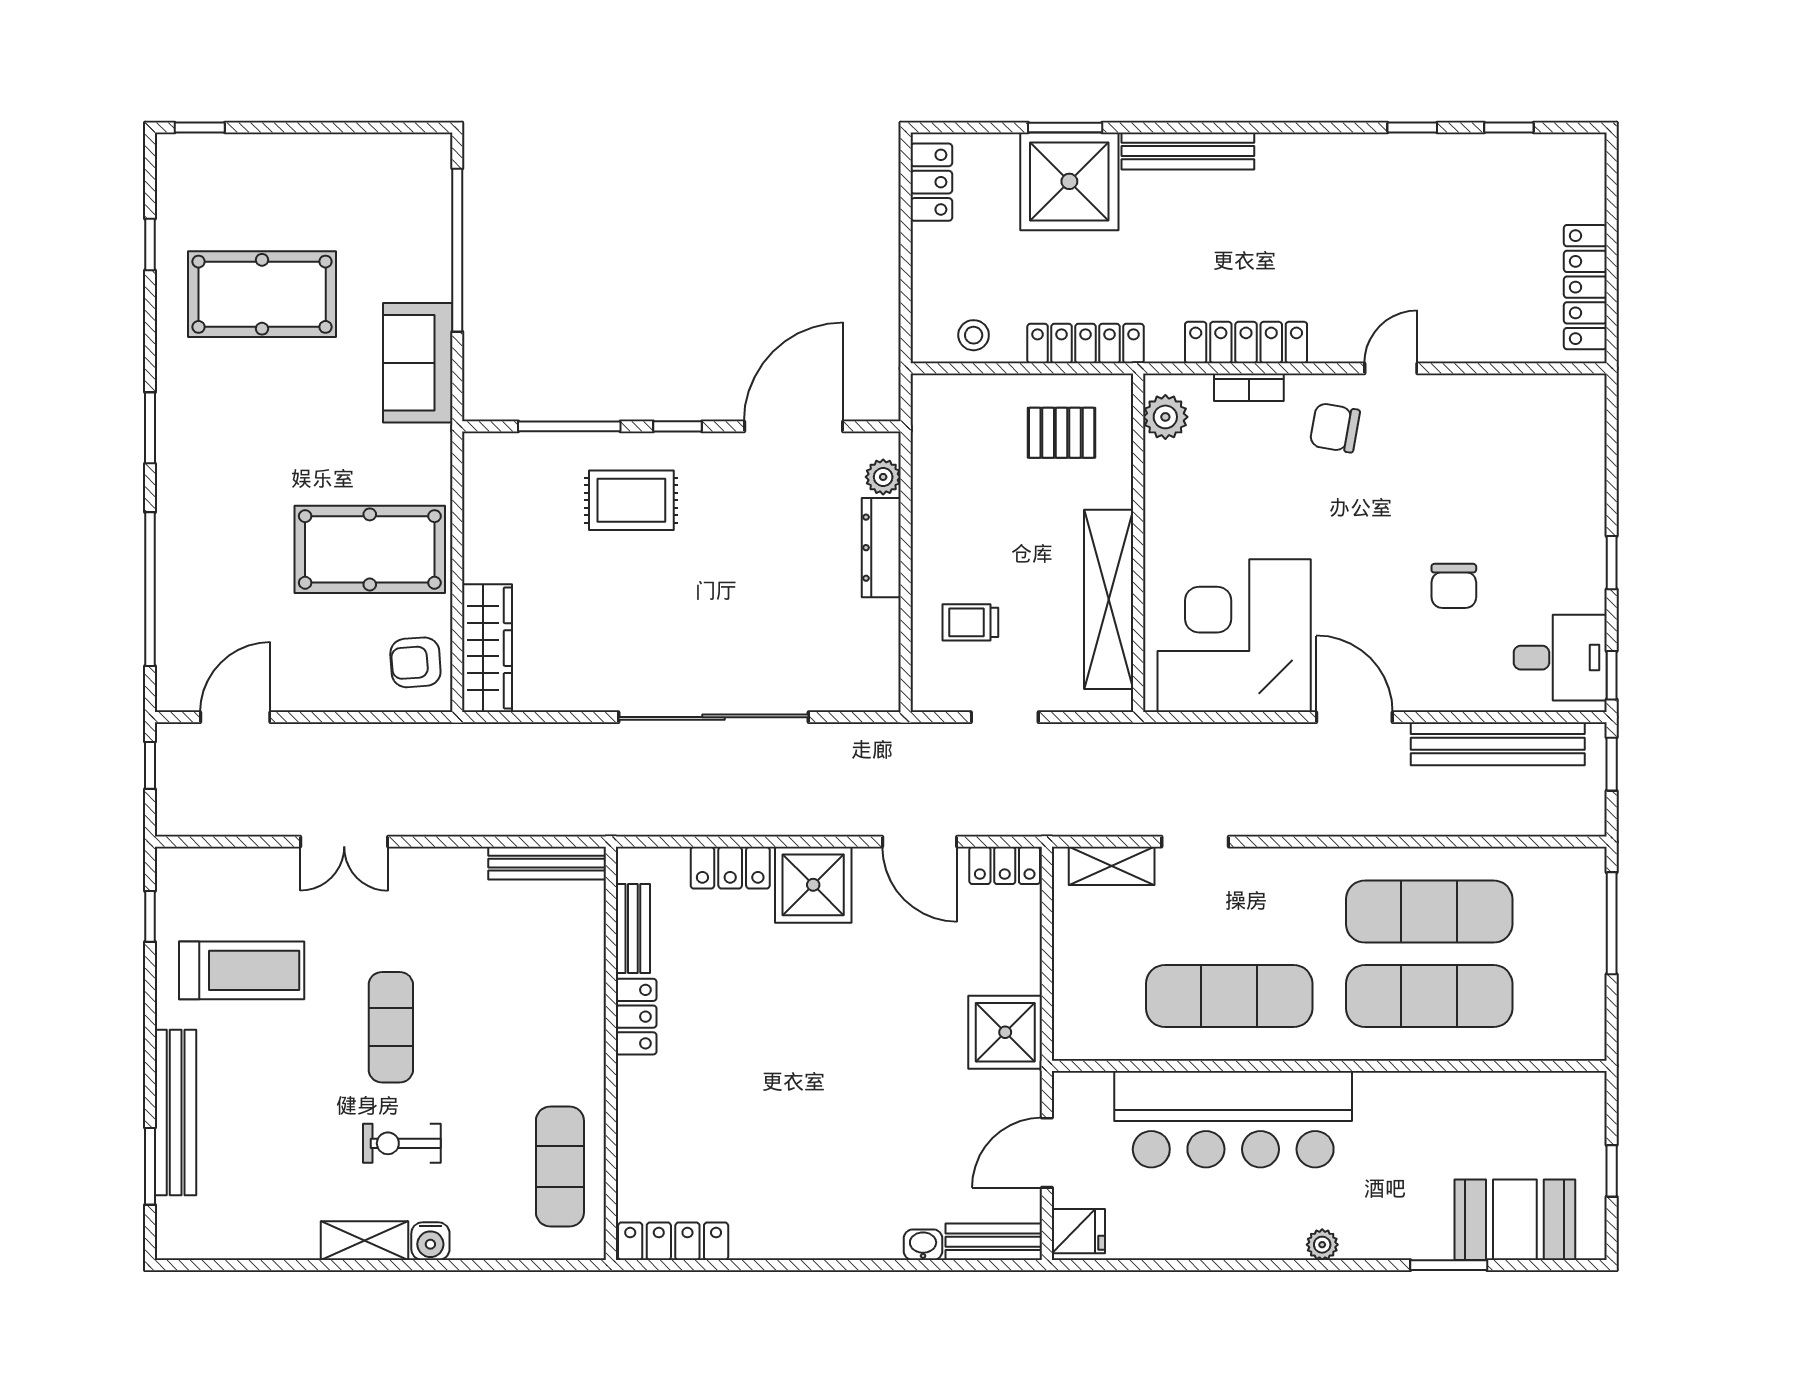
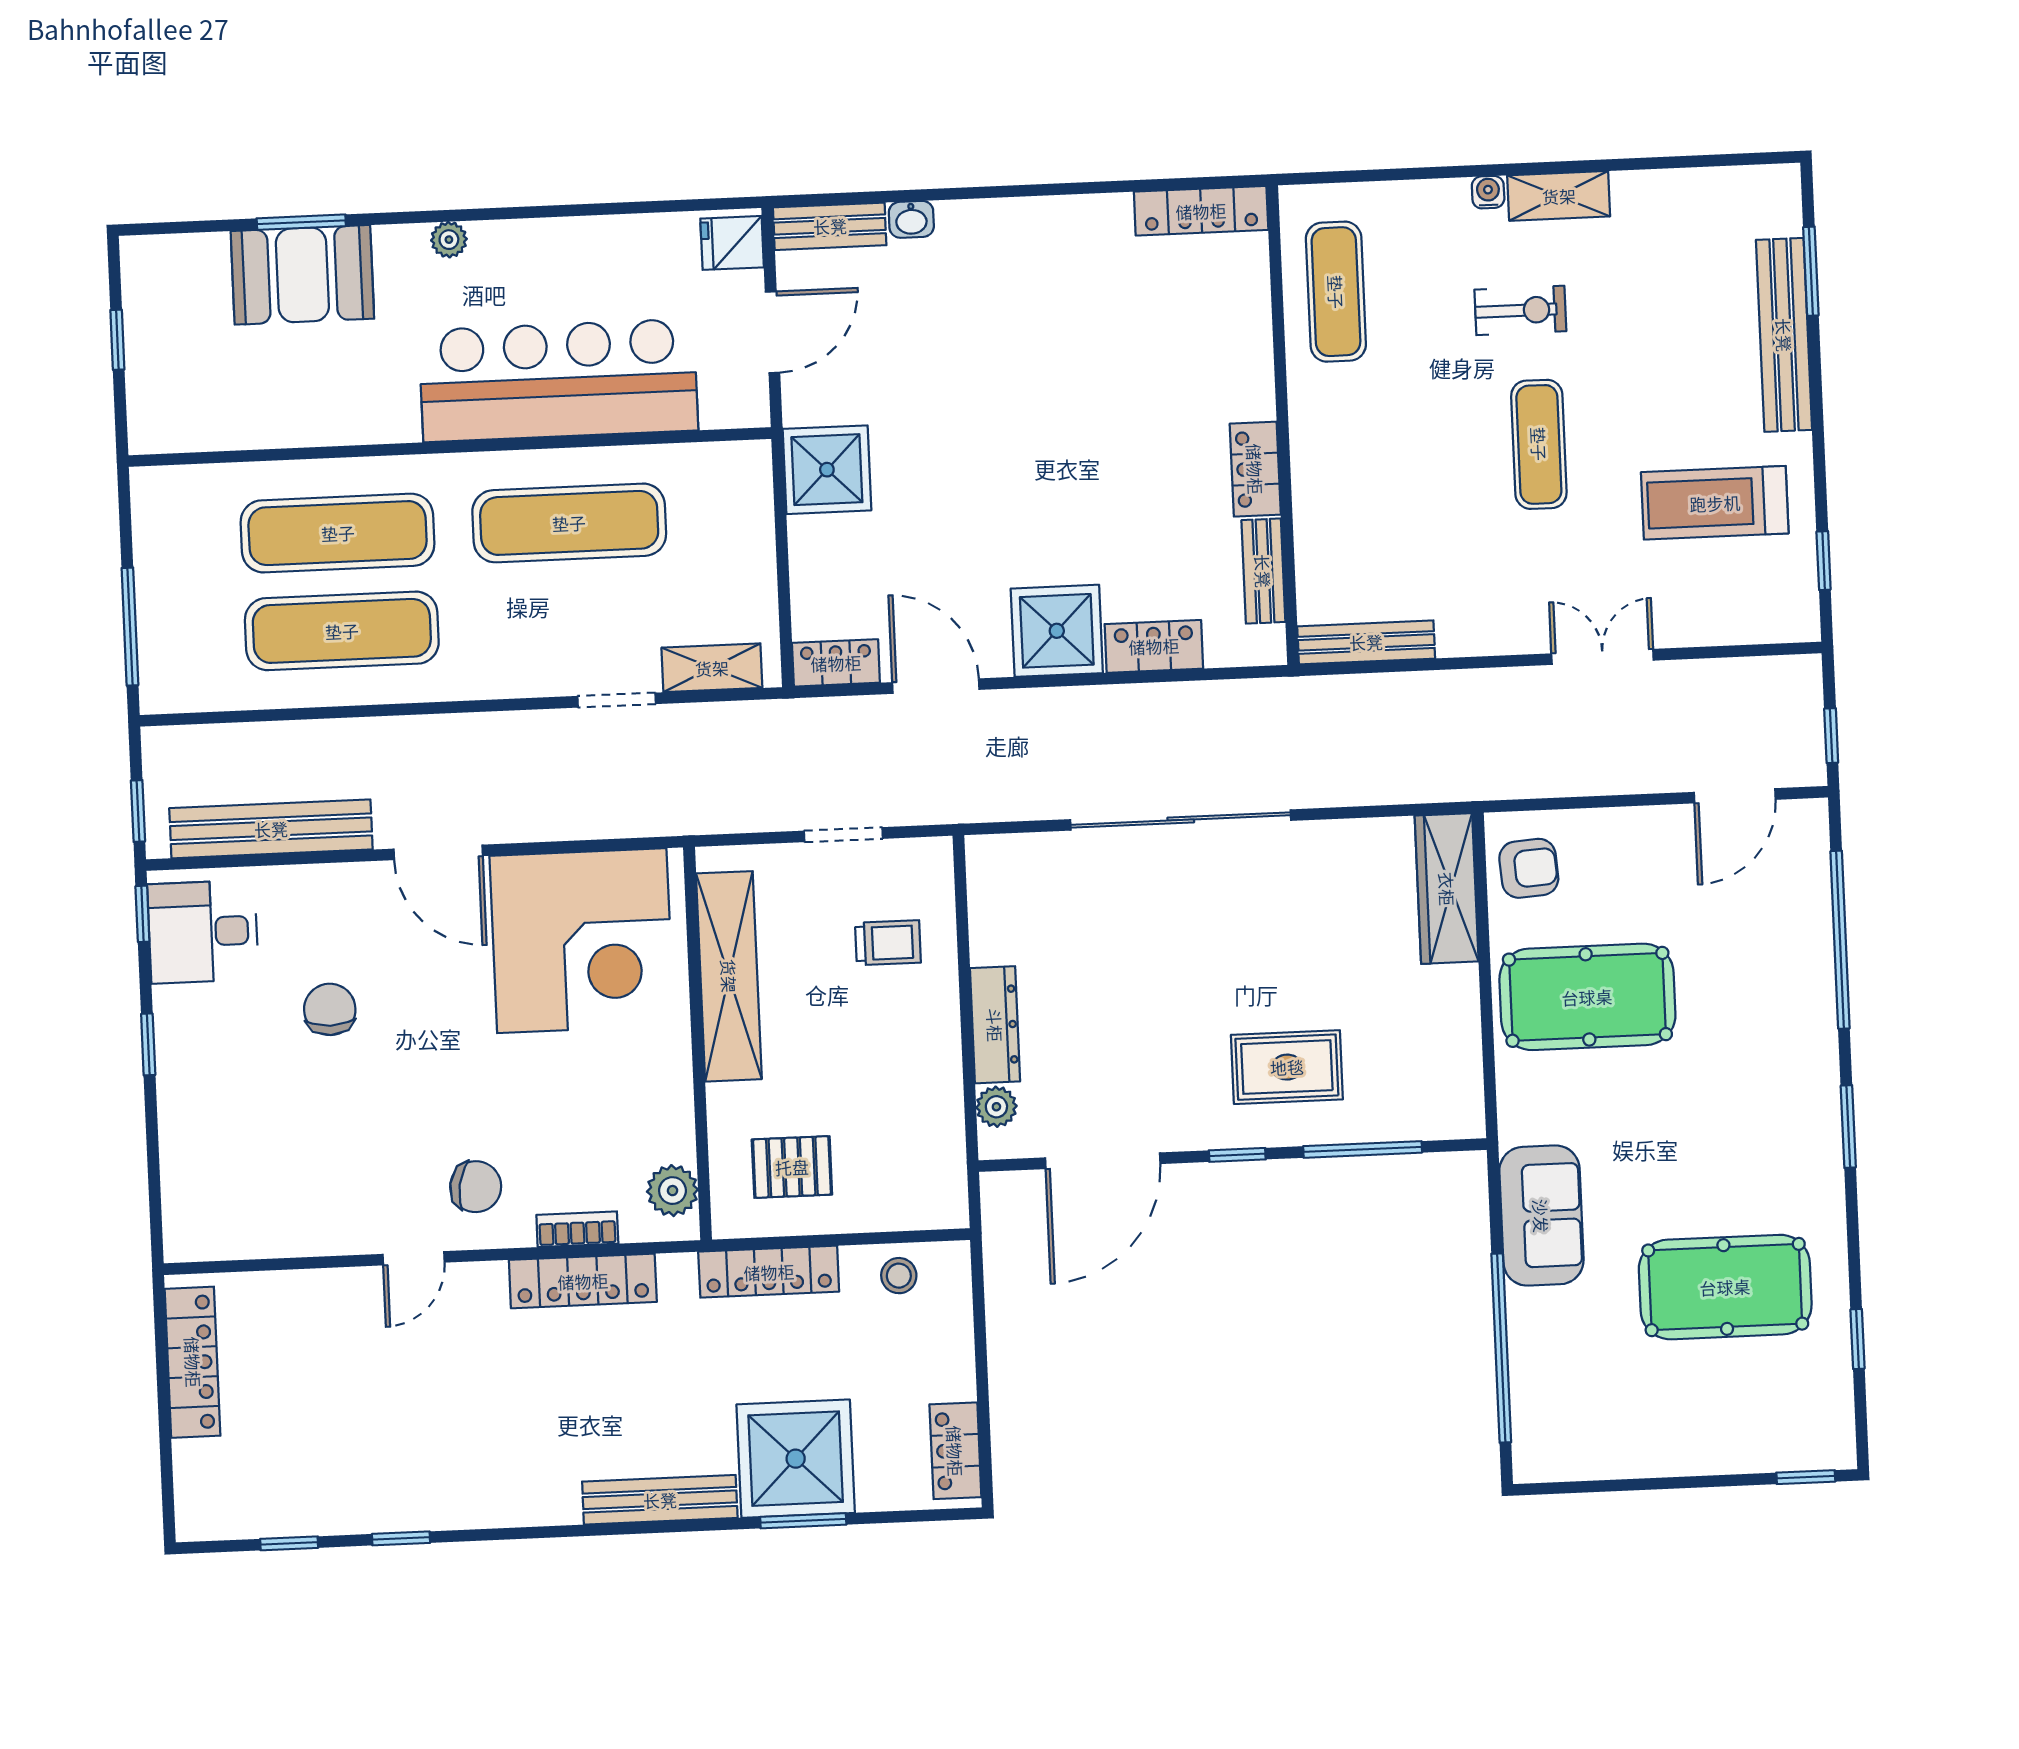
booth: (1515, 1220) -> (302, 275), moved
water cooler: (430, 1241) -> (1488, 192), width x0.72, depth x0.72

